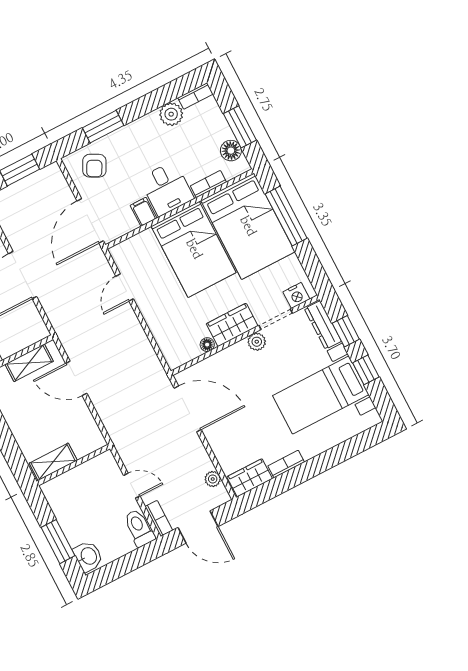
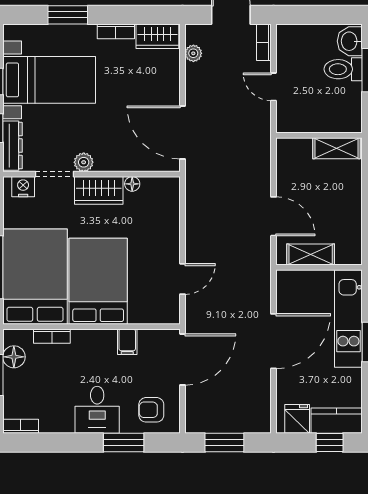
plant: (171, 114) -> (53, 421), removed
armchair: (94, 166) -> (151, 410), turned -118
desk: (167, 188) -> (97, 410), moved, turned 180
window: (333, 457) -> (68, 15), added
toilet: (139, 528) -> (343, 69), moved, turned 90

